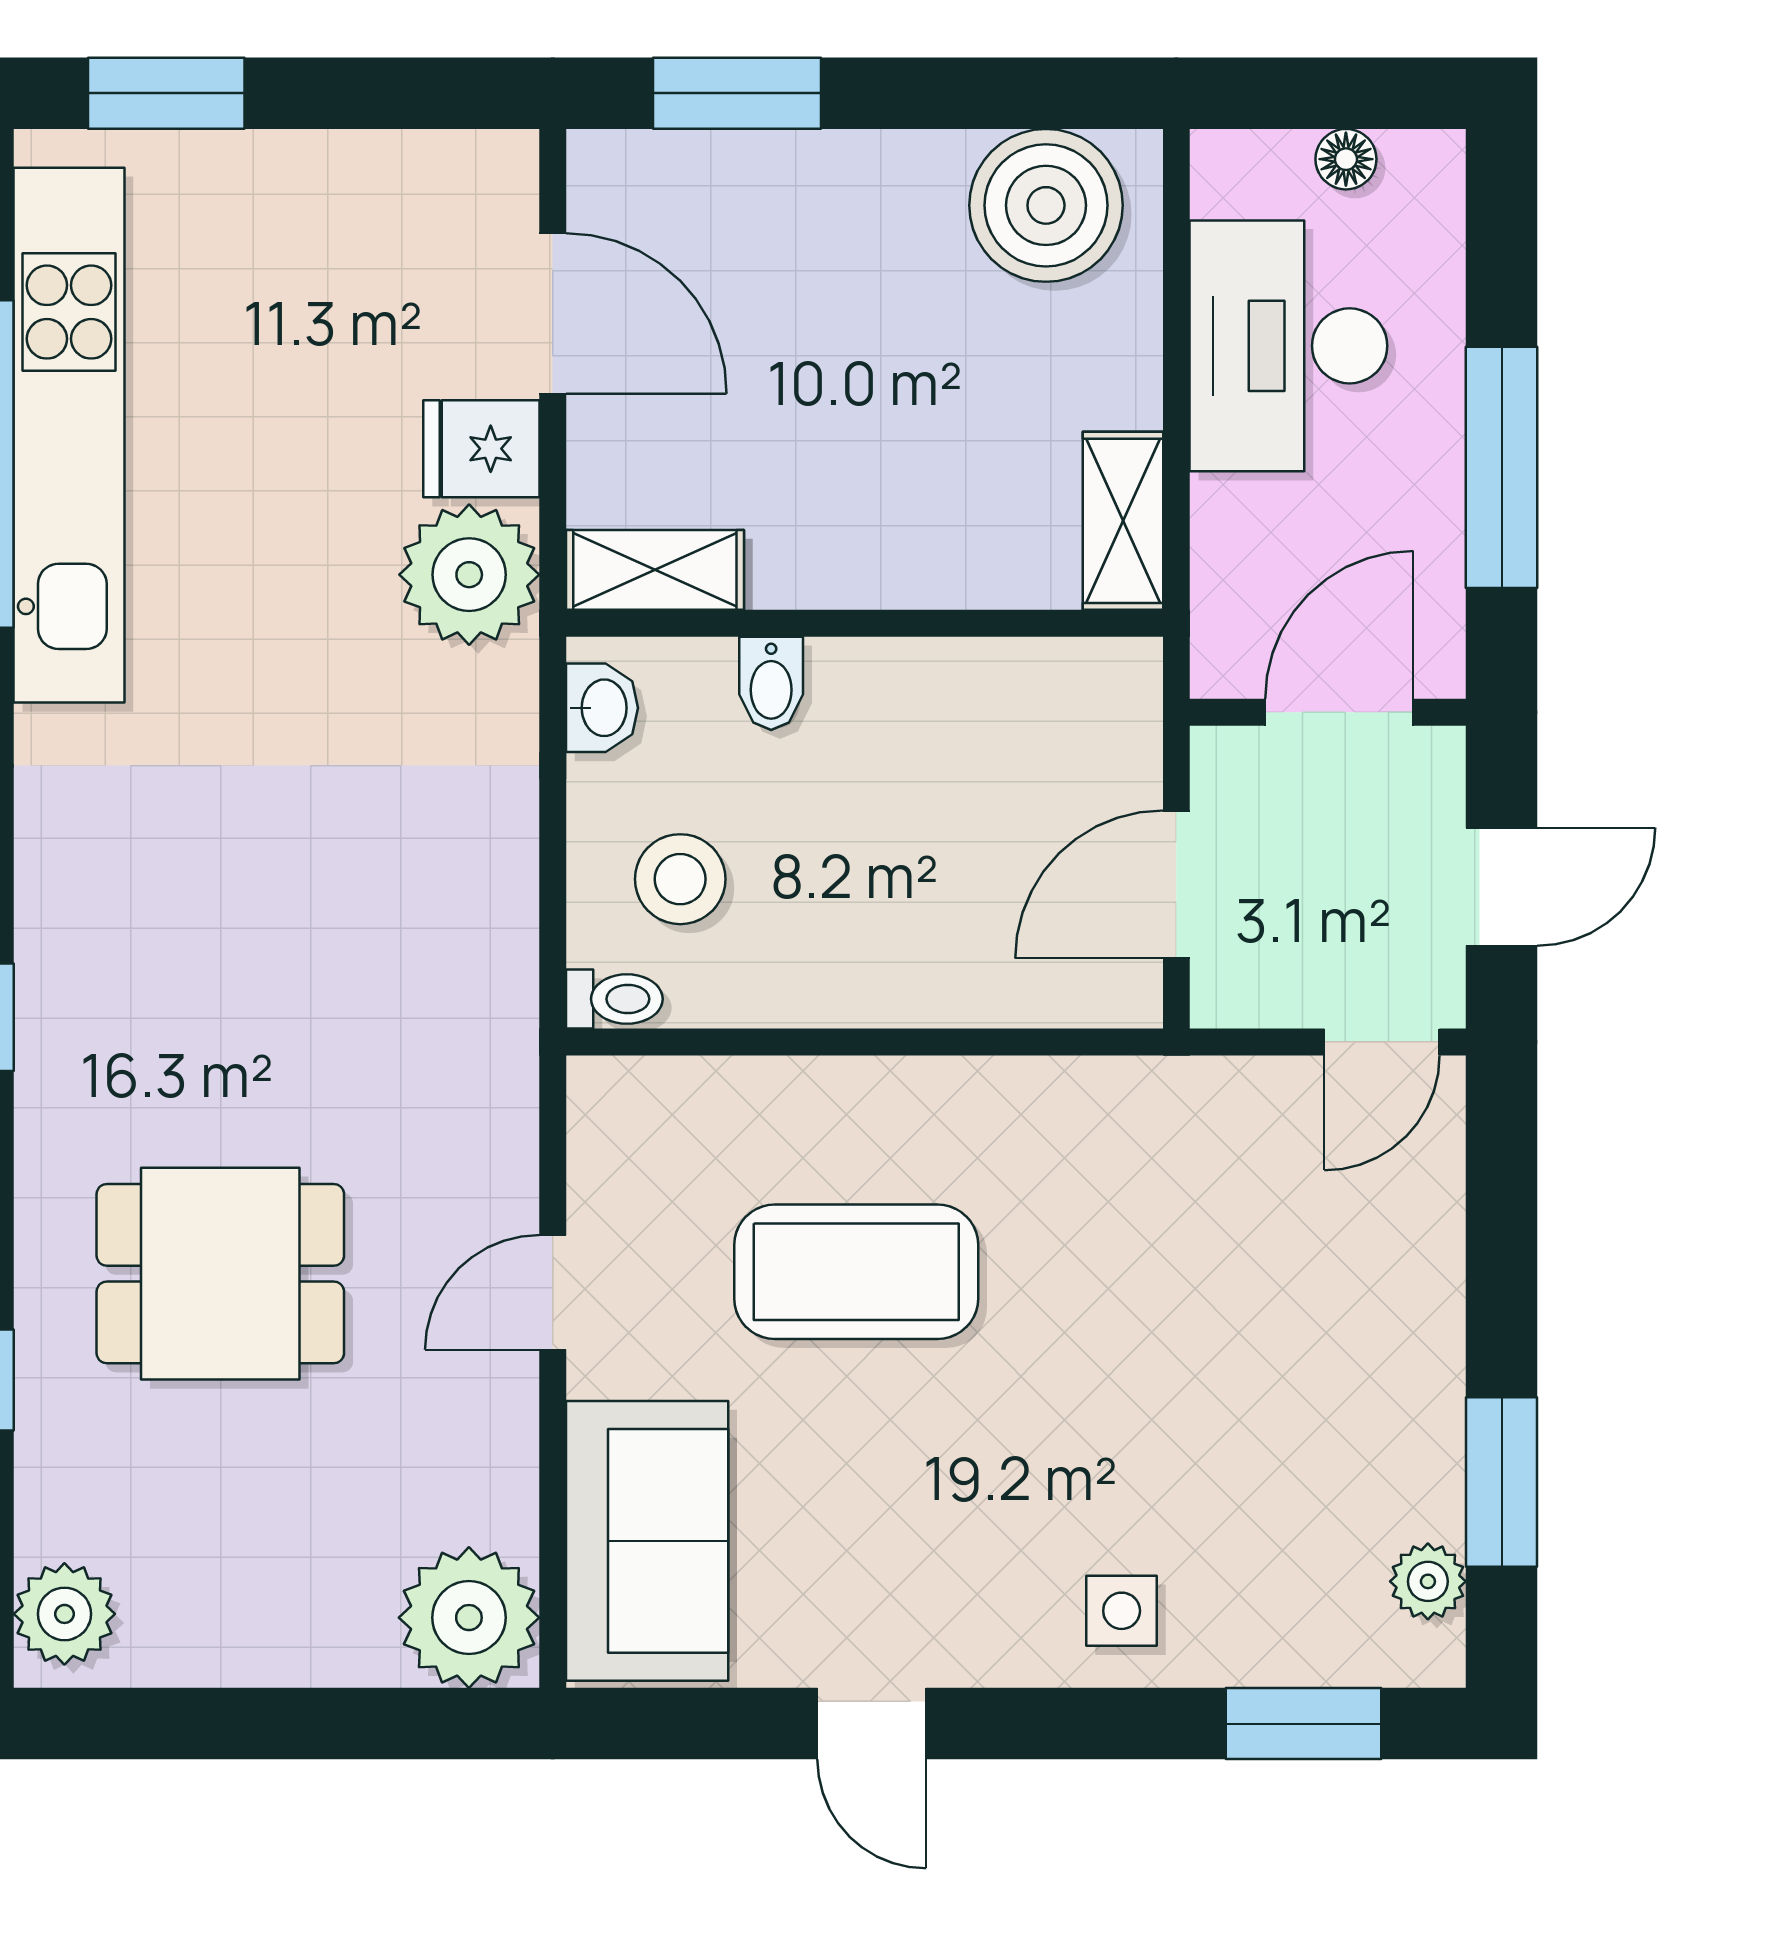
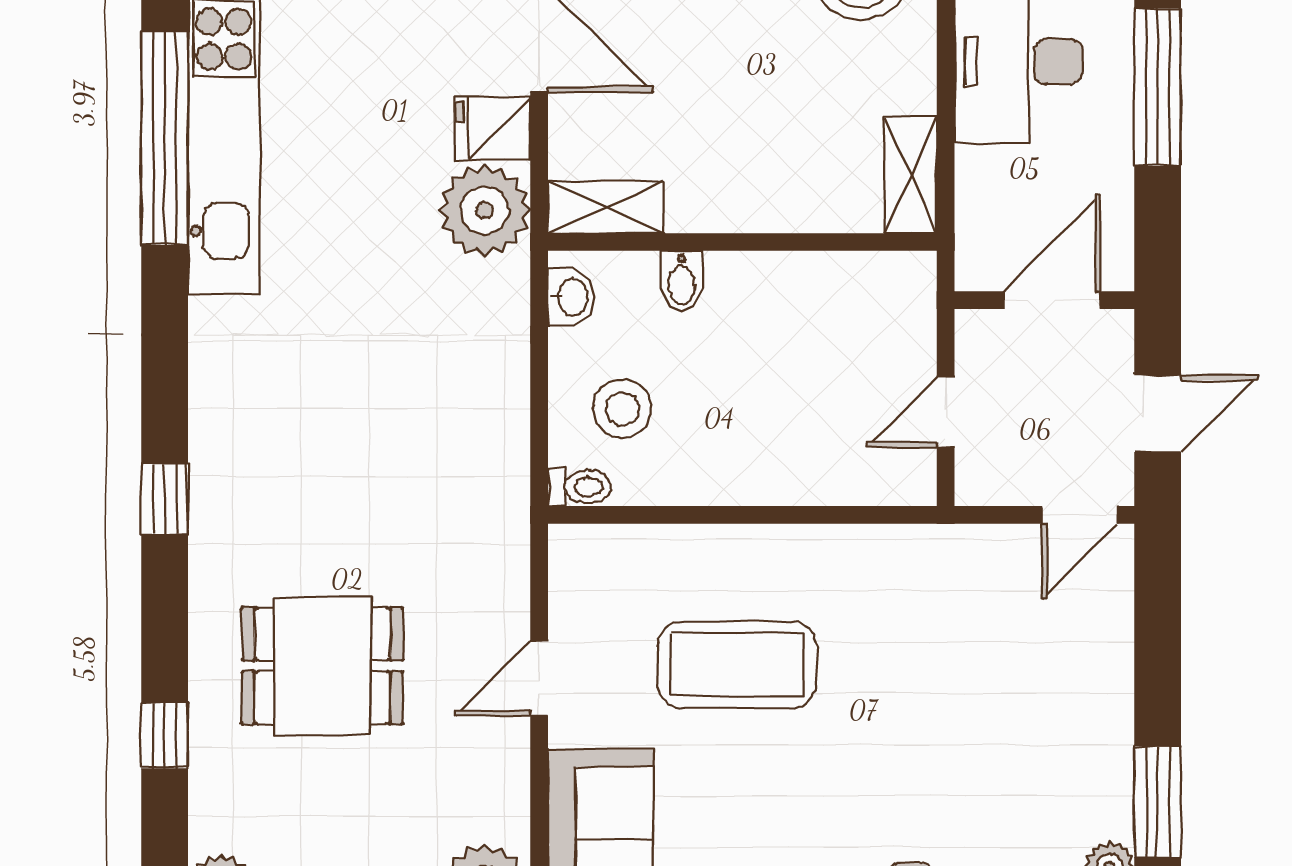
window: (1502, 467) -> (1158, 87), moved
door: (1176, 884) -> (946, 412), width x0.73

